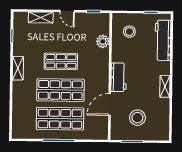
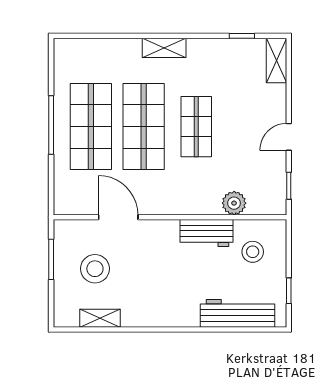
shelving: (41, 17) -> (276, 60), moved
shelving: (18, 68) -> (164, 48), moved
workbench: (119, 77) -> (207, 233), moved
shelving: (165, 86) -> (100, 318), moved

